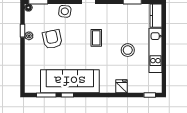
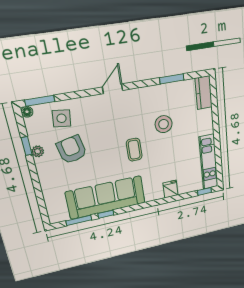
side table: (65, 11) -> (62, 118), moved
coffee table: (96, 38) -> (134, 150), moved
stool: (128, 50) -> (164, 124), moved
kitchen unit: (155, 50) -> (209, 162), moved

